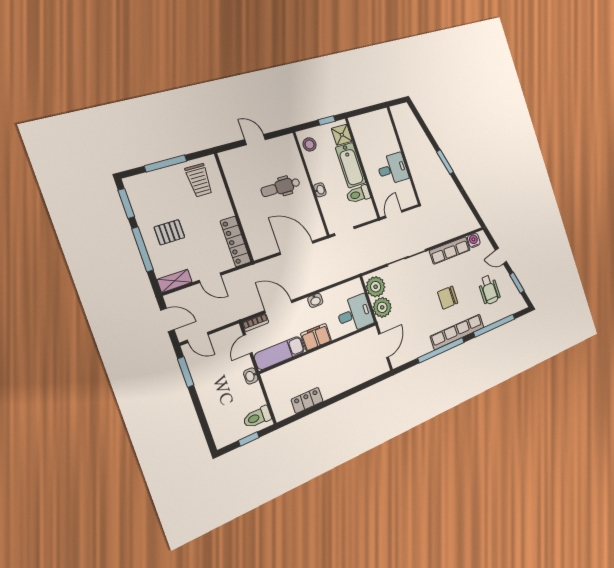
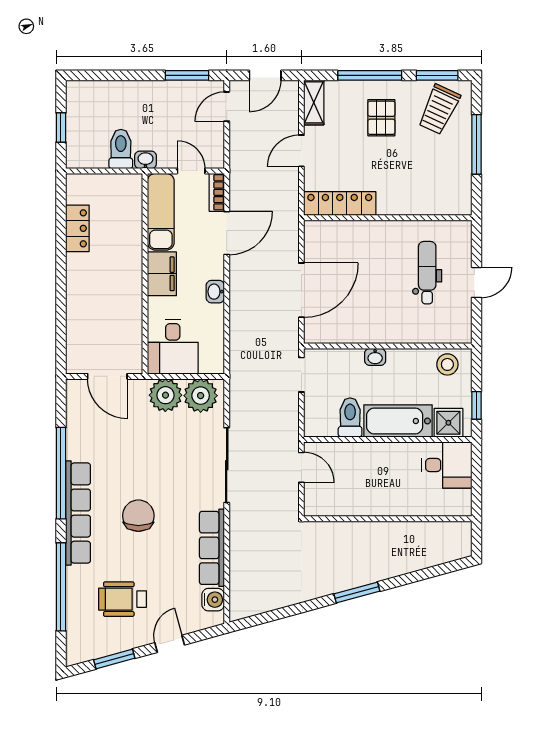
desk: (393, 169) -> (447, 465), moved, turned -90
trolley: (199, 180) -> (439, 109), moved, turned -65
dental chair: (281, 187) -> (427, 273), moved
toilet: (257, 417) -> (121, 149), moved

